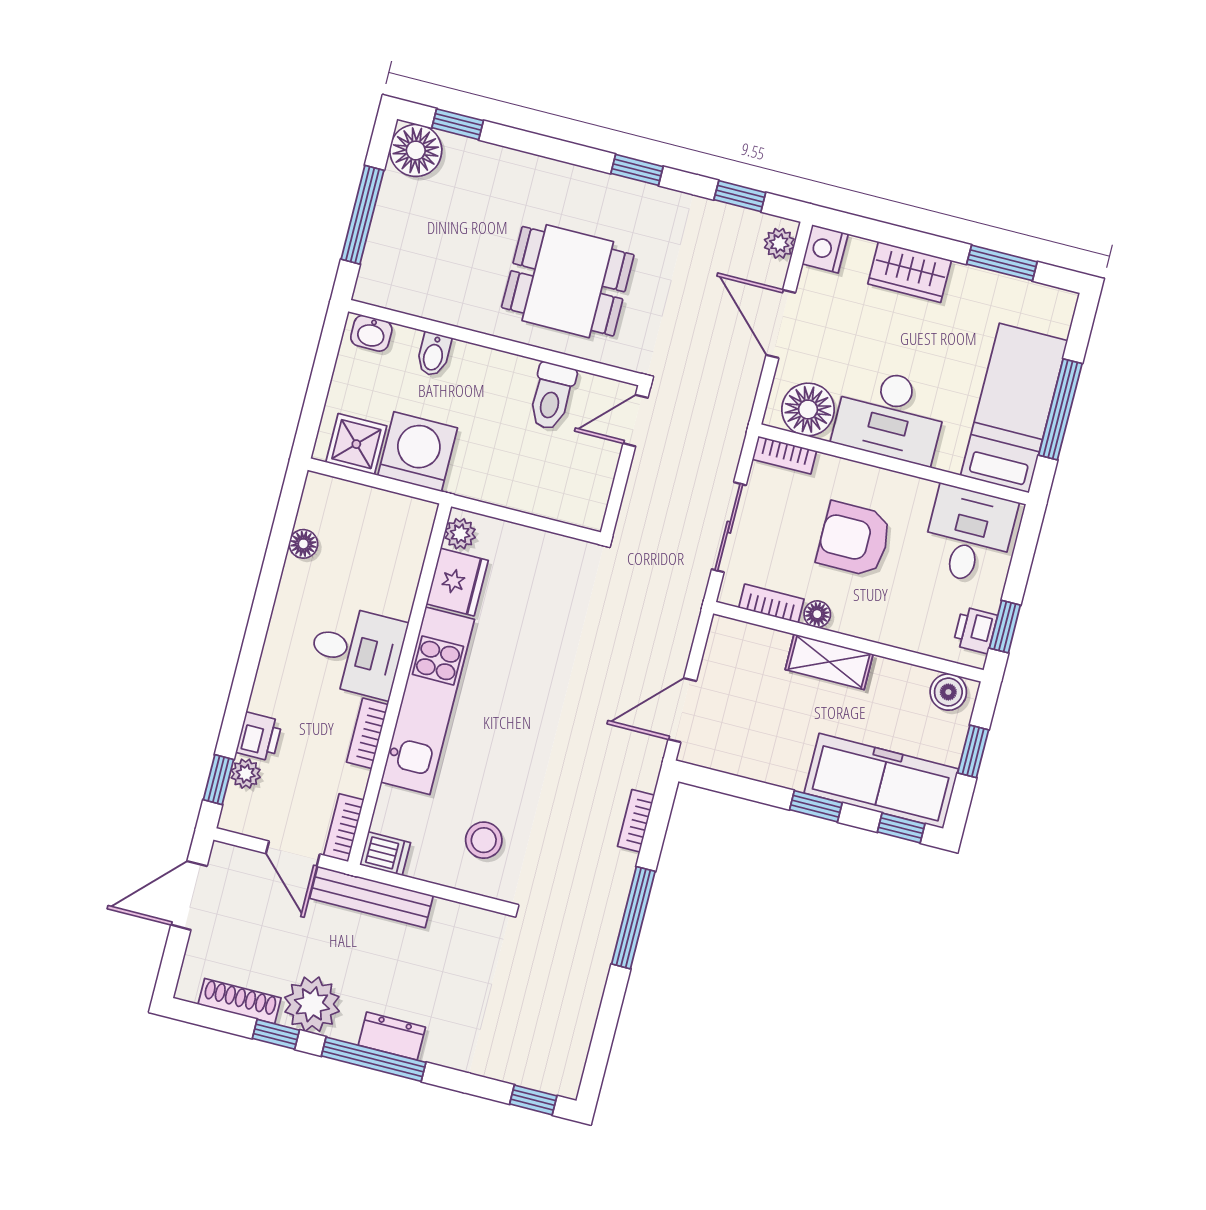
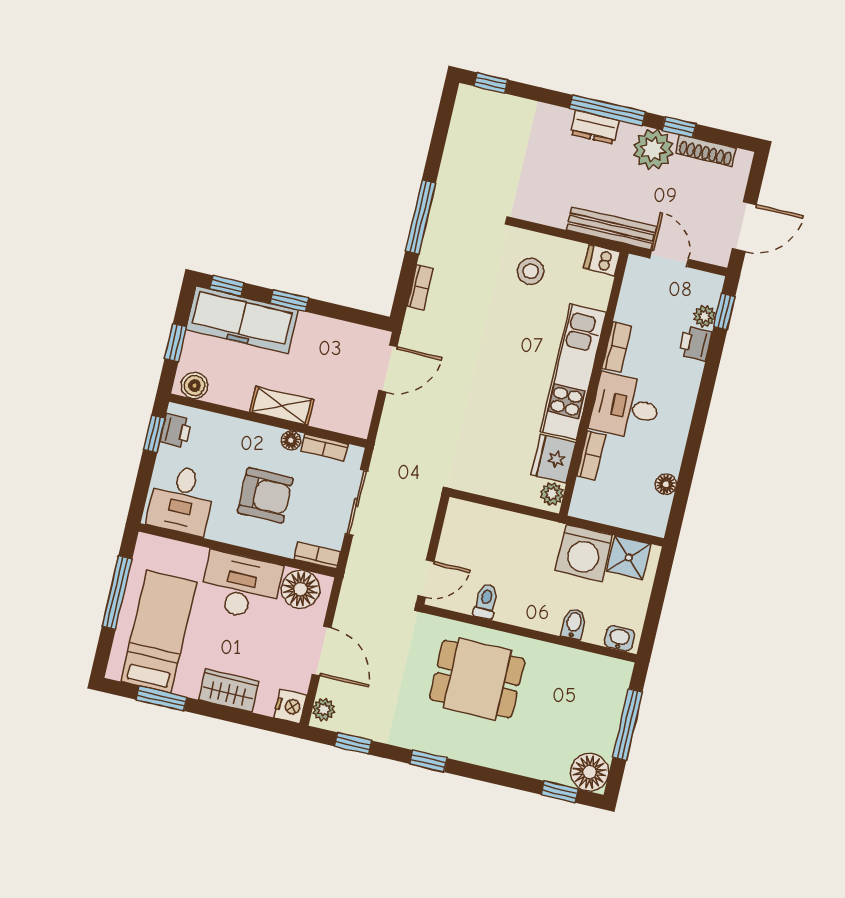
toilet: (552, 396) -> (486, 601), width x0.73, depth x0.72
bed: (1014, 408) -> (159, 632), moved, turned 180
bookcase: (344, 828) -> (591, 455), moved

